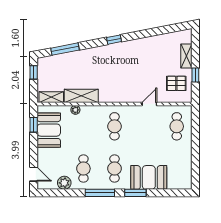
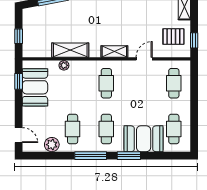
window: (34, 72) -> (19, 36), moved
window: (195, 75) -> (194, 40), moved
shelving: (51, 97) -> (114, 52), moved
cafe table: (177, 169) -> (174, 129), added

